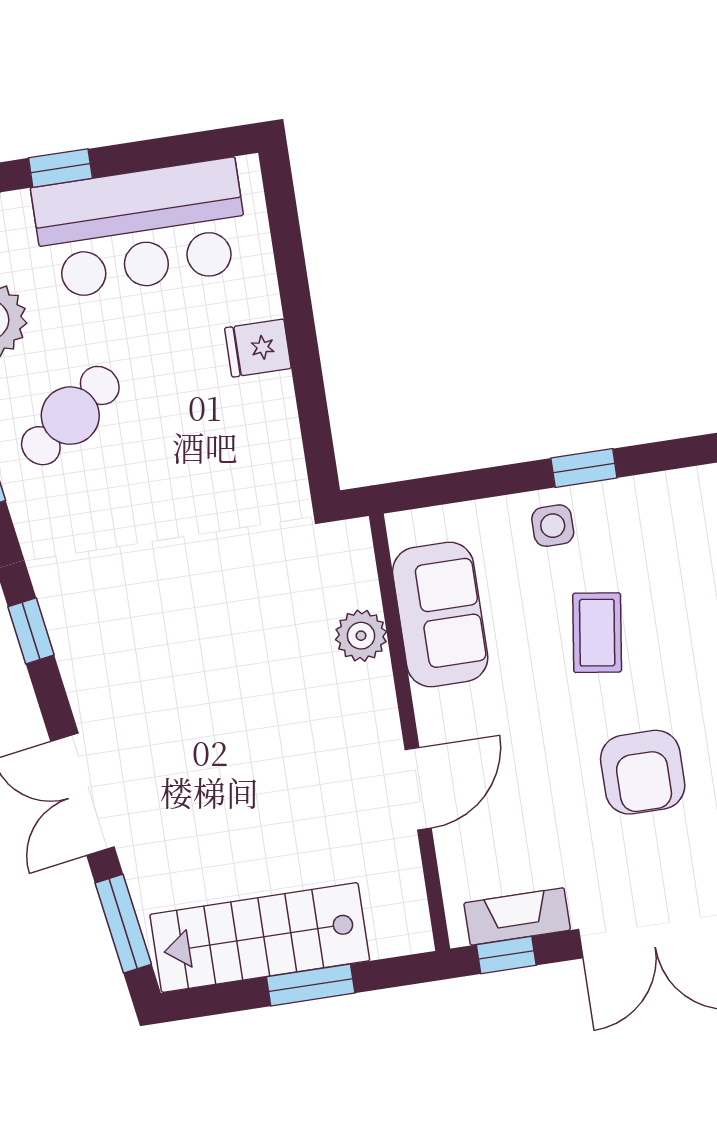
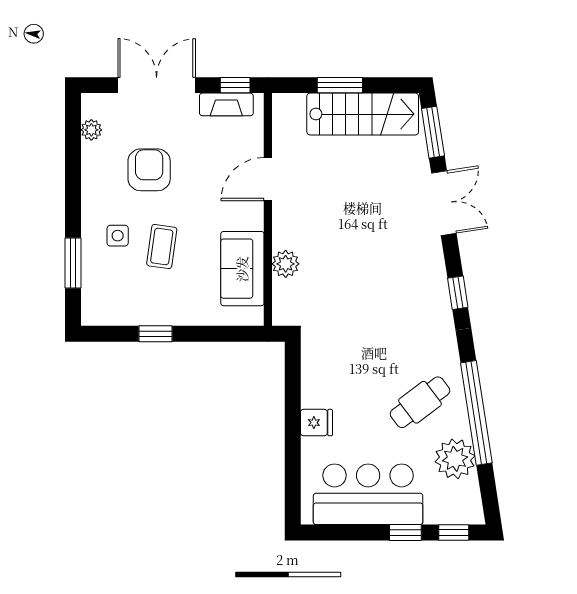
side table: (553, 526) -> (118, 236), moved

